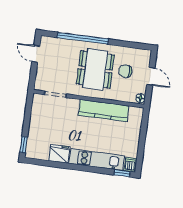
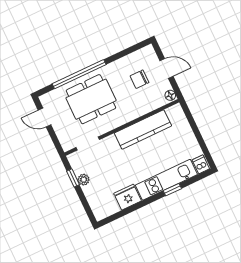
dining table: (95, 69) -> (91, 99), moved, turned 90
plant: (35, 119) -> (84, 180), added
window: (24, 145) -> (73, 178), moved
window: (122, 173) -> (172, 190), moved

